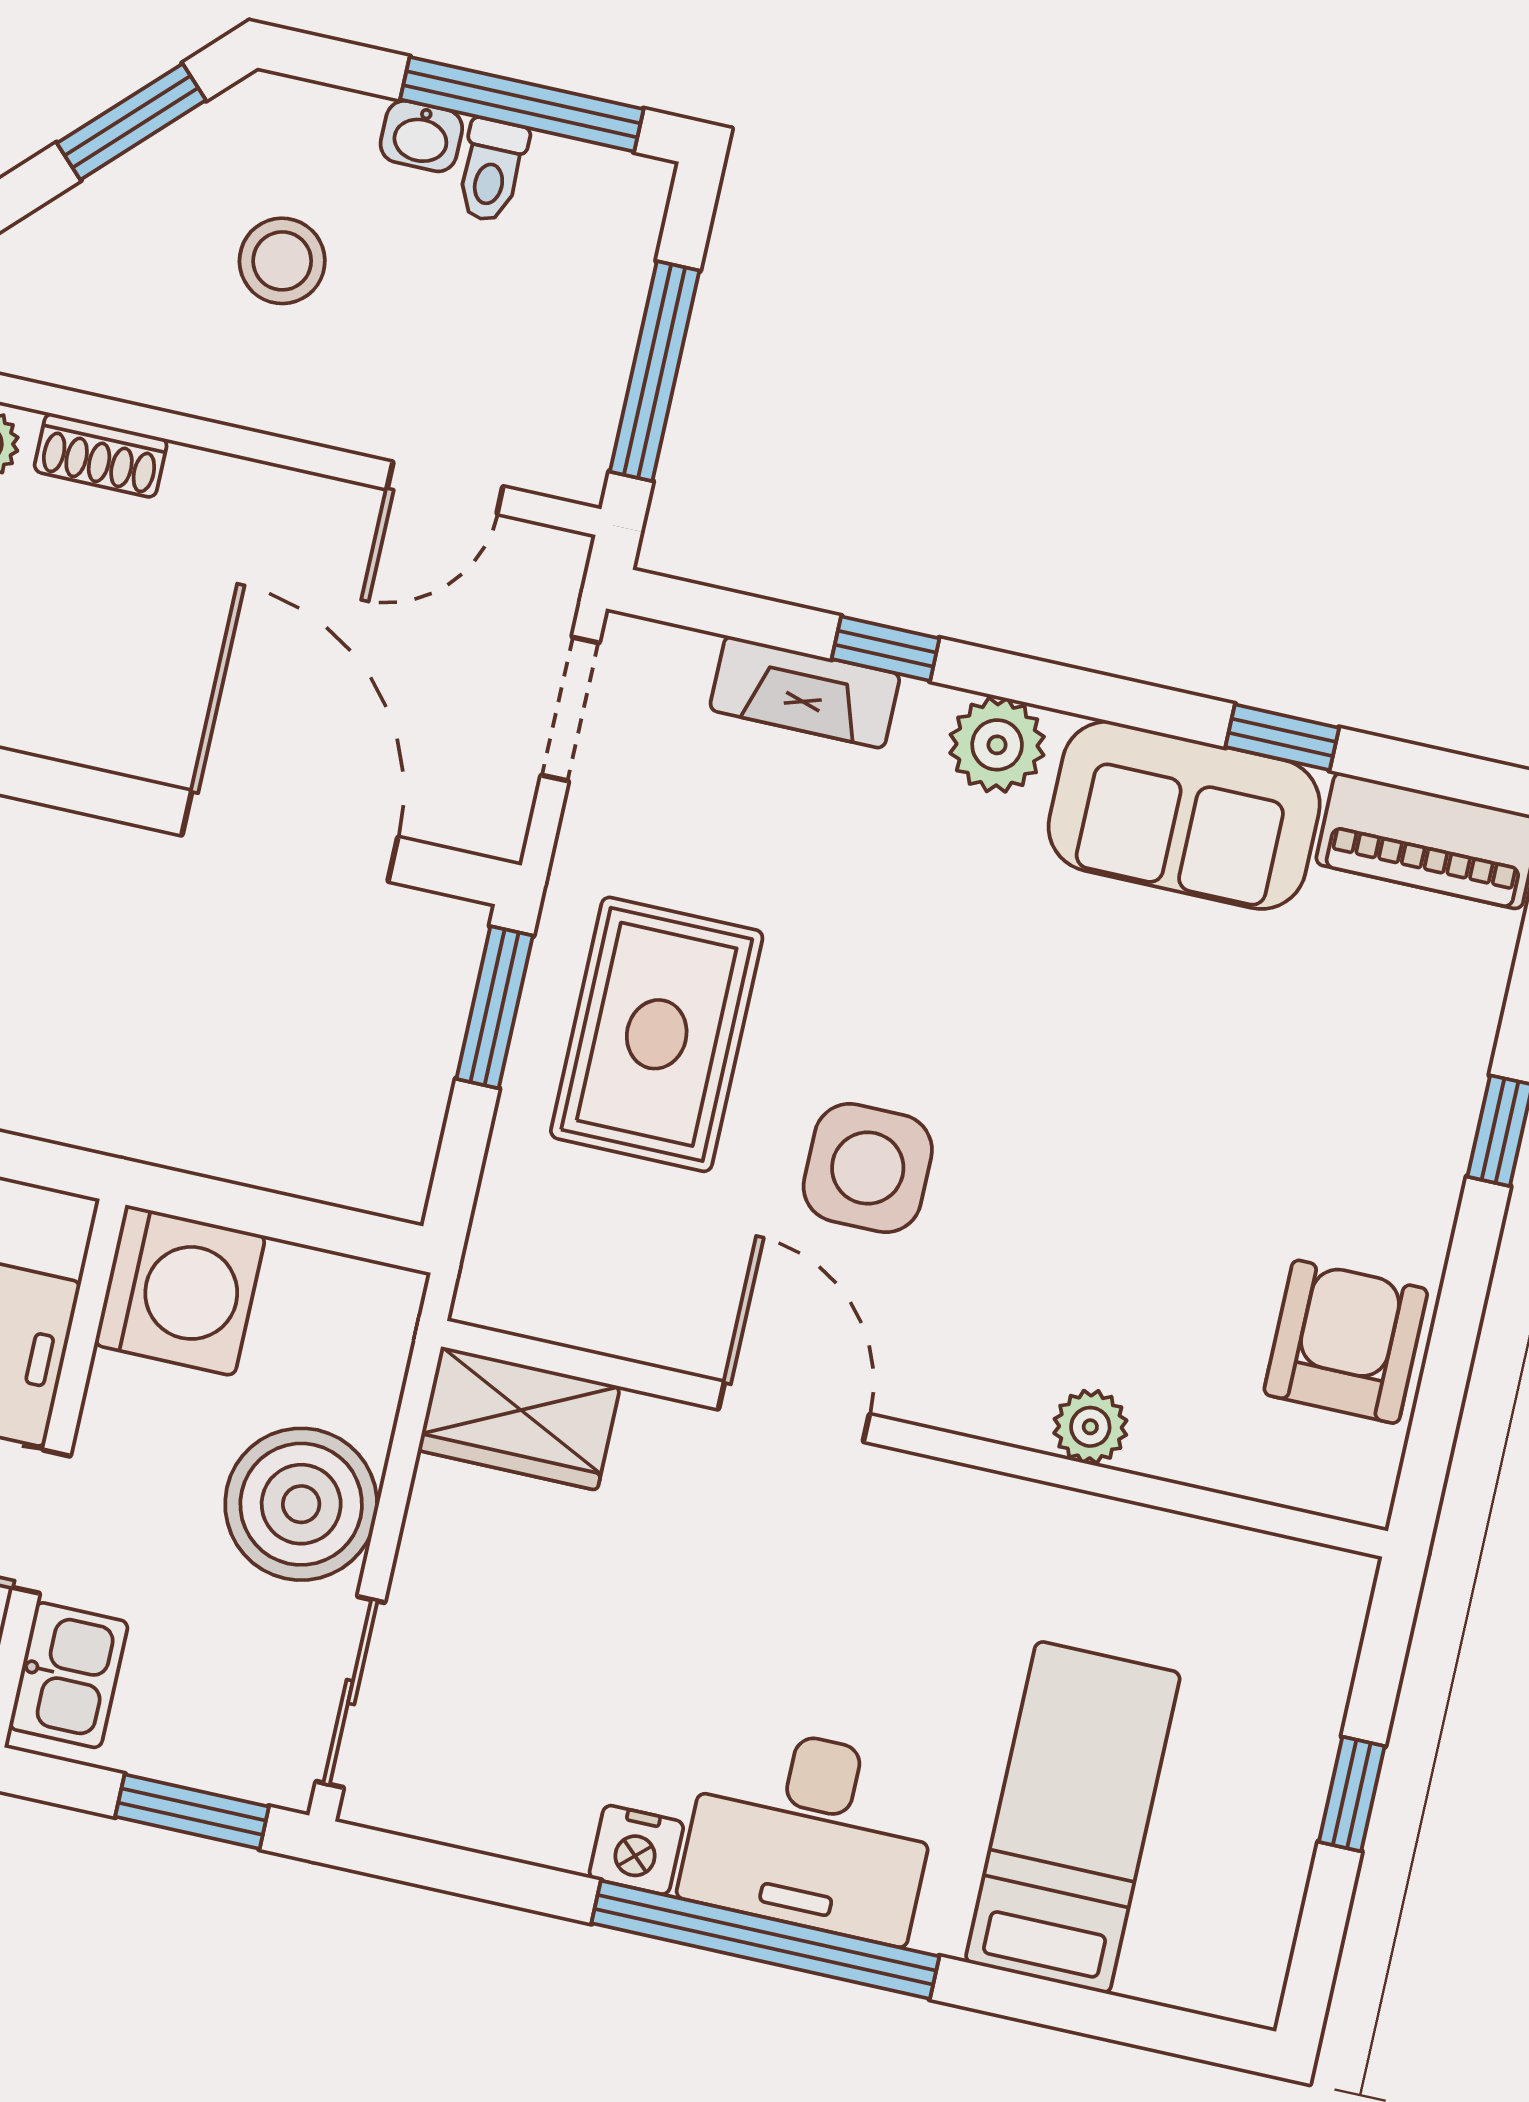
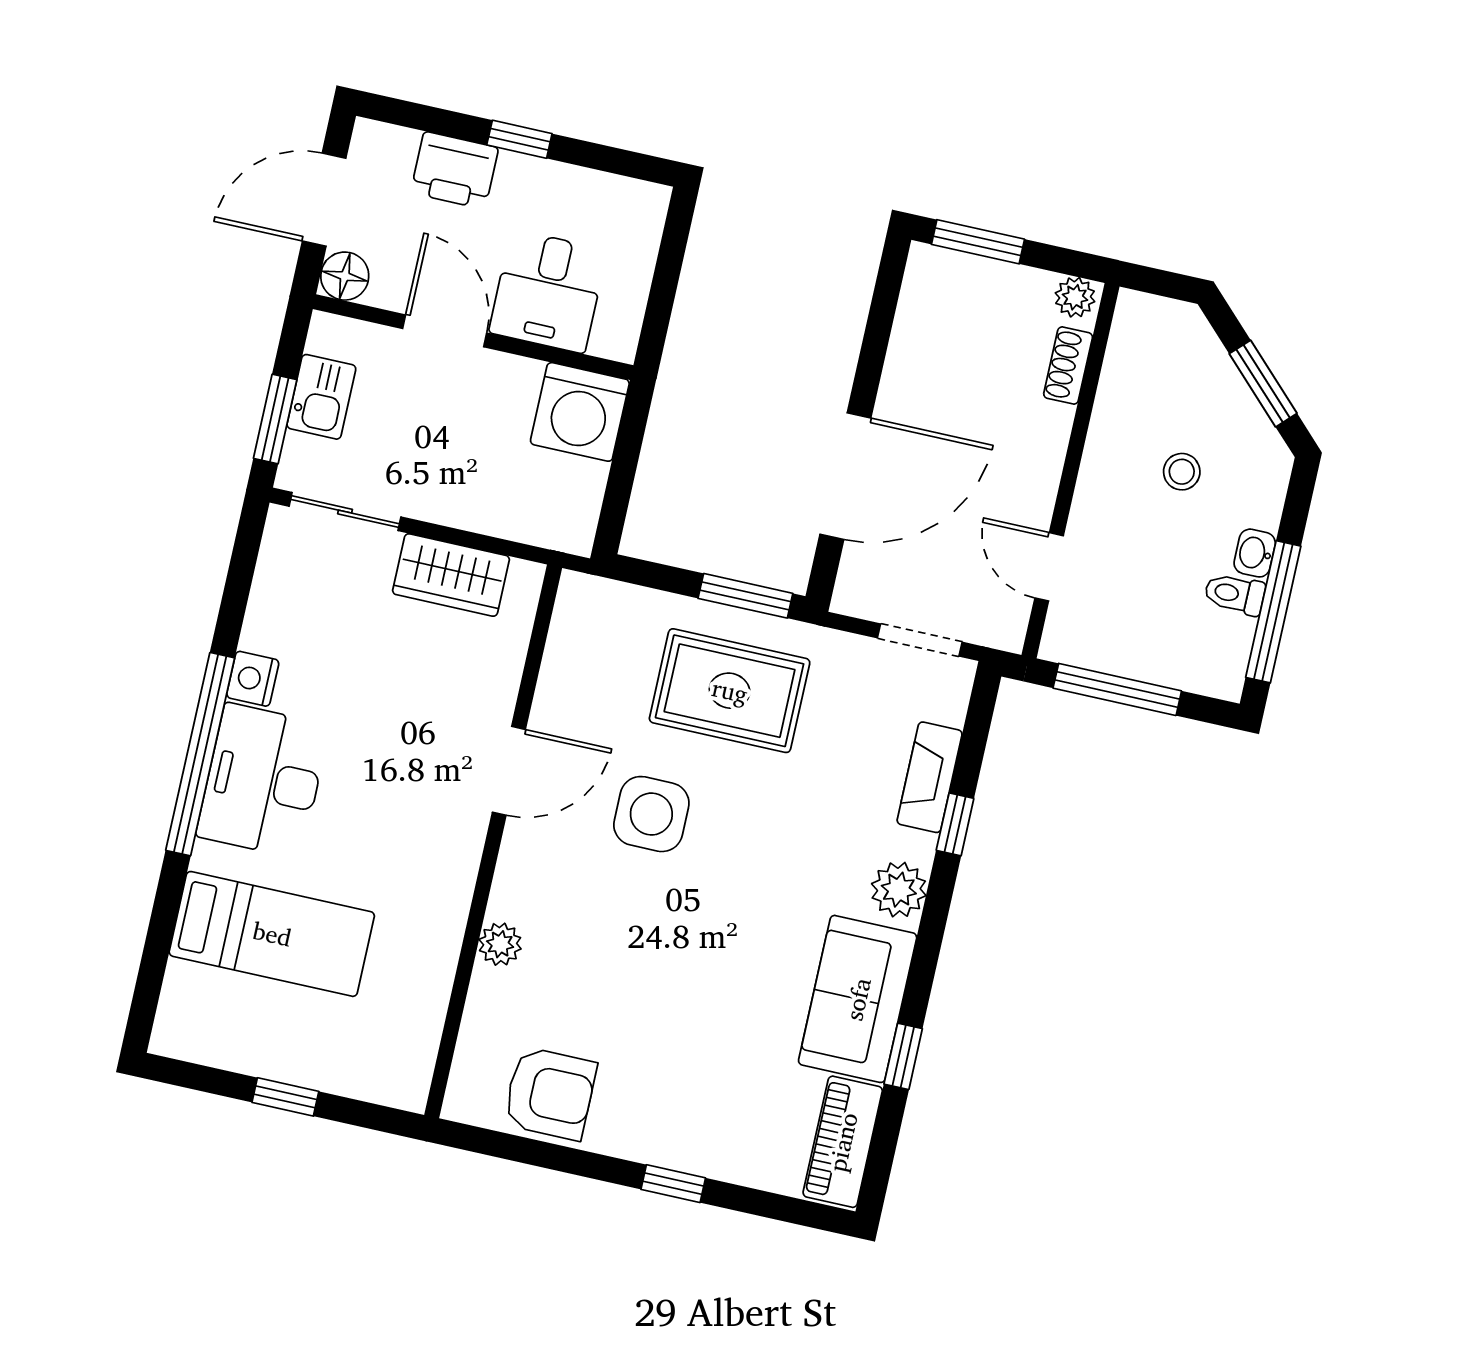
stool: (282, 261) -> (1182, 472), width x0.73, depth x0.73
wardrobe: (519, 1418) -> (451, 575), moved, turned -90
boiler: (301, 1504) -> (455, 483), removed
kitchen sink: (69, 1675) -> (321, 397), moved, turned -90

